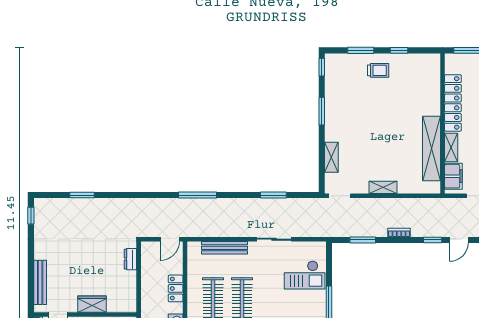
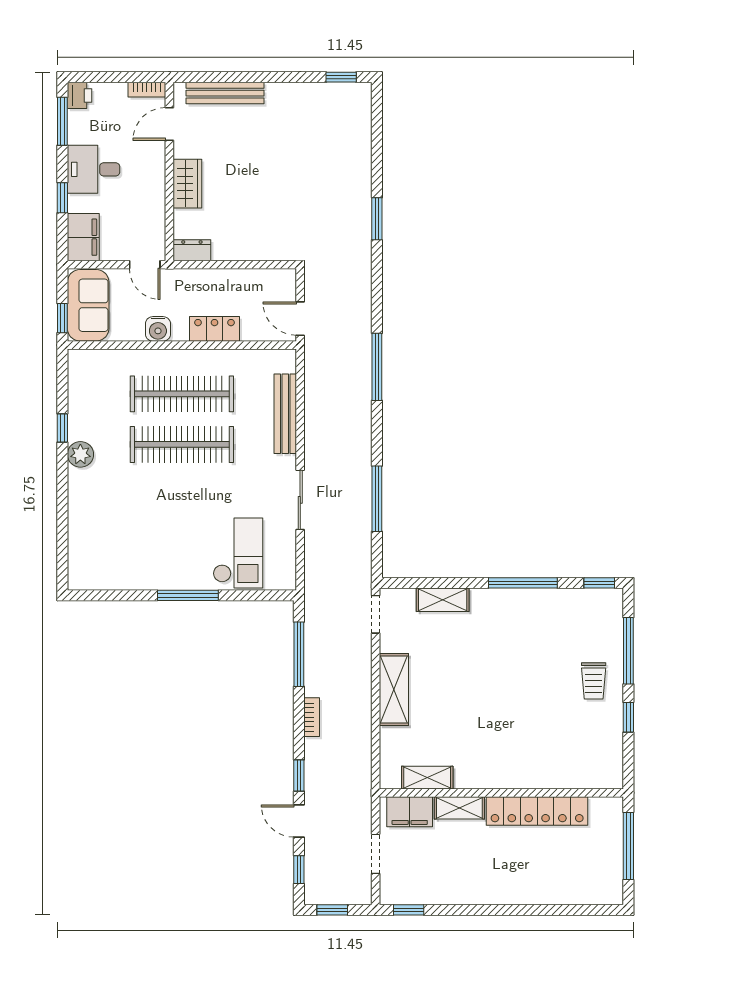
window: (361, 50) -> (628, 651), width x1.44
window: (322, 111) -> (523, 583), width x1.44
shelving: (432, 148) -> (427, 778), width x0.45, depth x0.75
shelving: (383, 187) -> (394, 690), width x1.50, depth x1.33
window: (82, 195) -> (377, 219), moved
window: (273, 195) -> (377, 499), width x1.44
window: (363, 240) -> (299, 654), width x1.44
dresser: (130, 259) -> (192, 250), moved
checkout: (305, 275) -> (238, 553), turned 180

